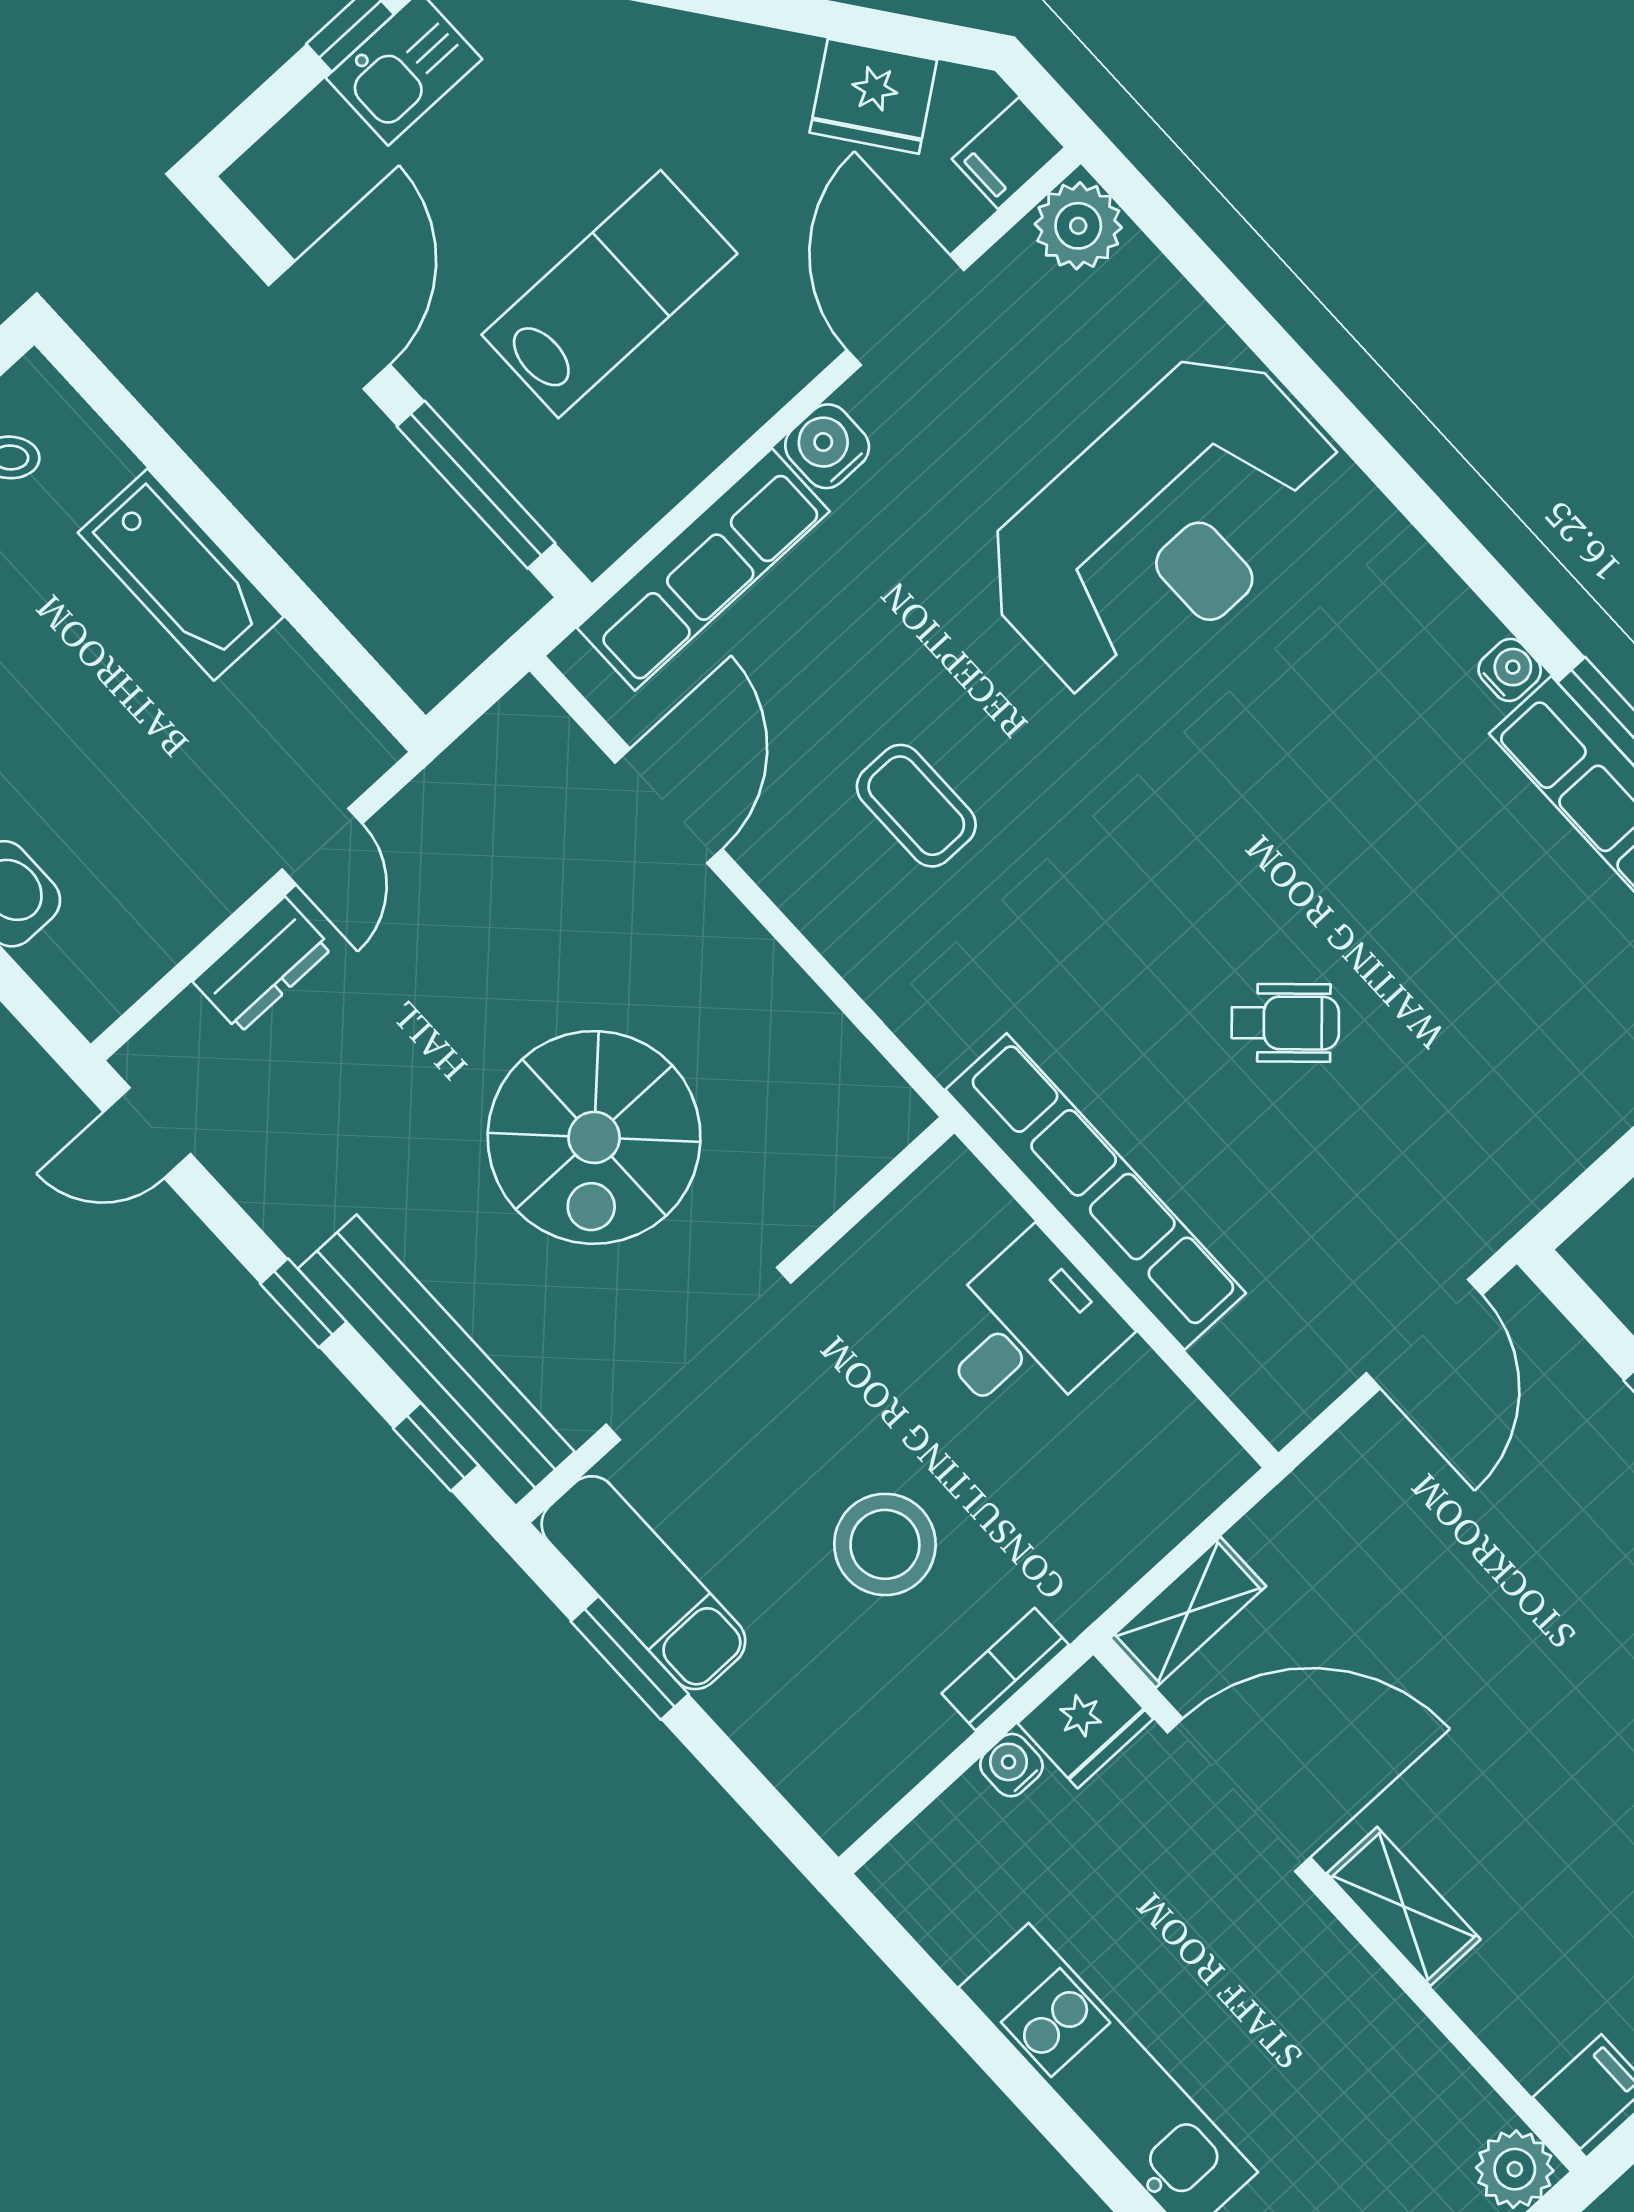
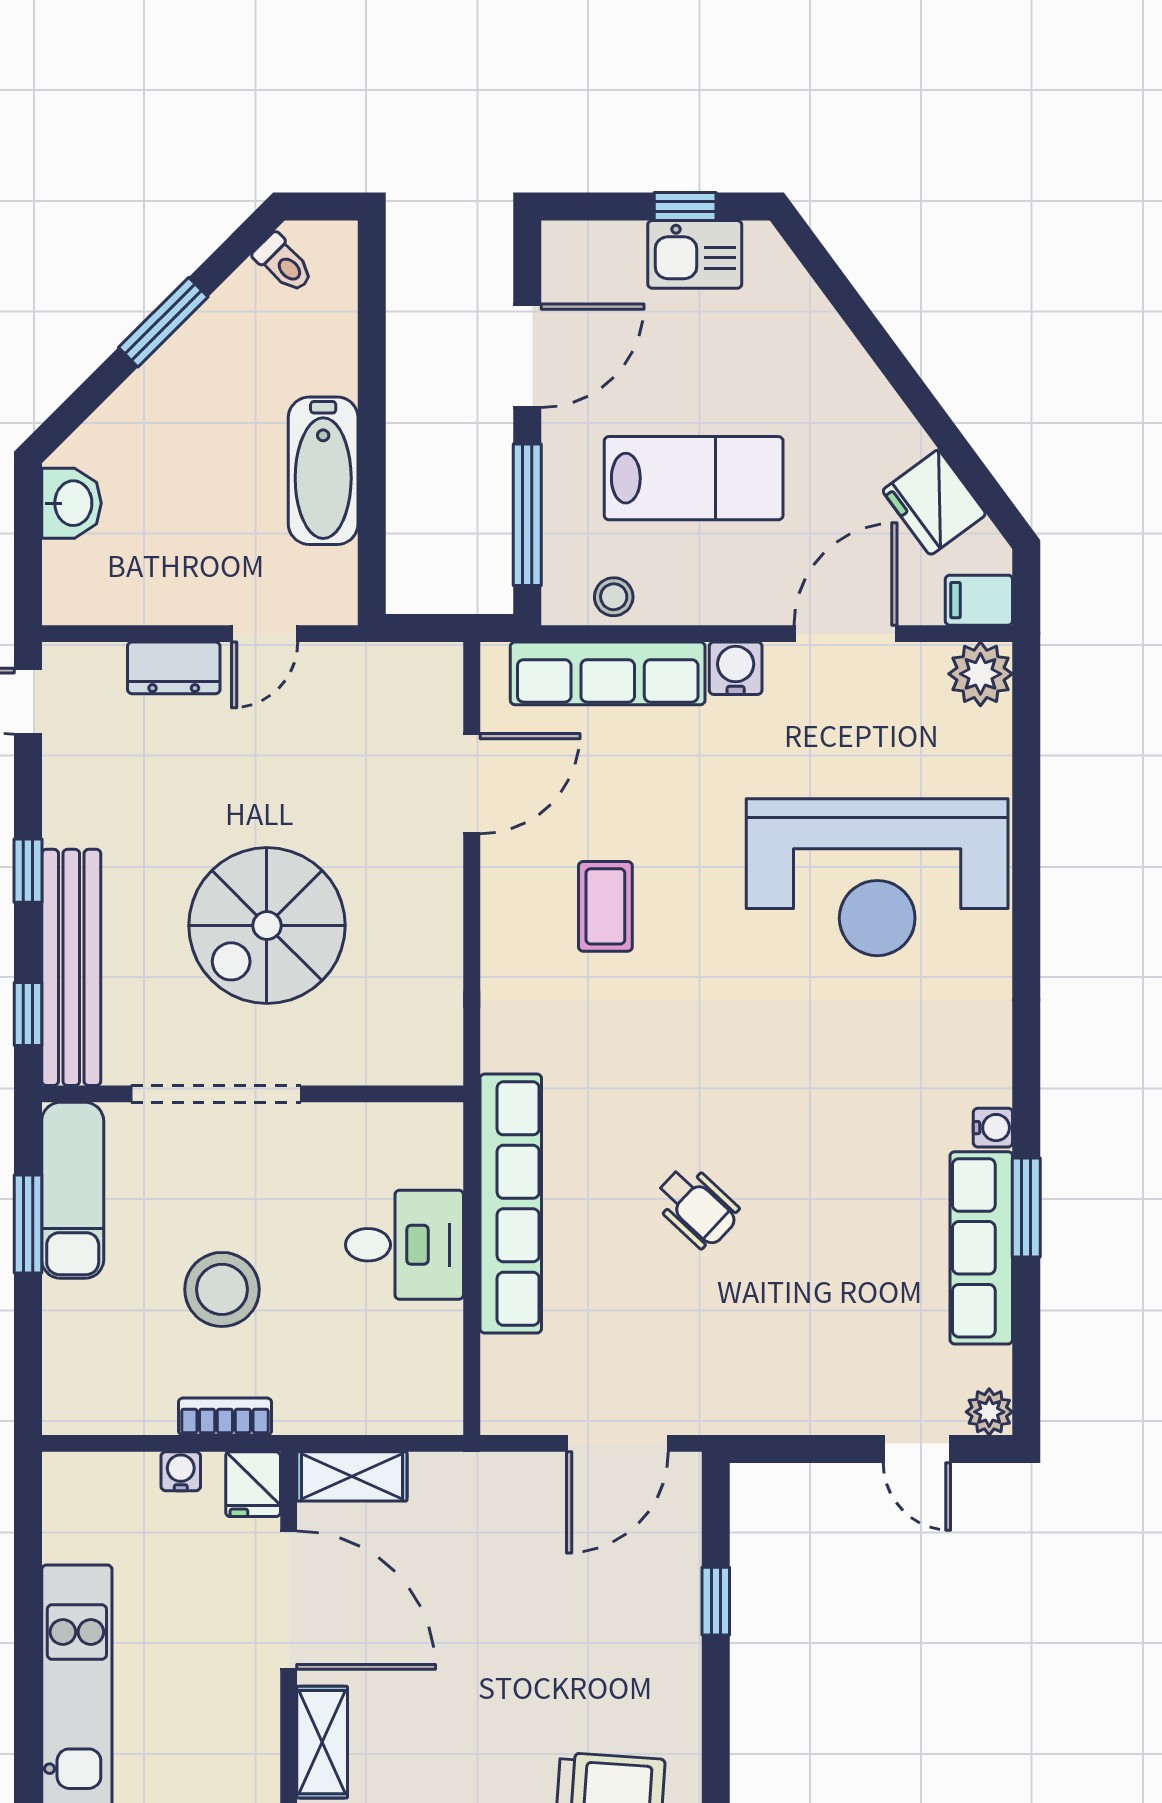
stool: (639, 487) -> (614, 597), added
bathtub: (181, 575) -> (323, 471), moved
fridge: (1085, 1721) -> (253, 1484), width x0.72

